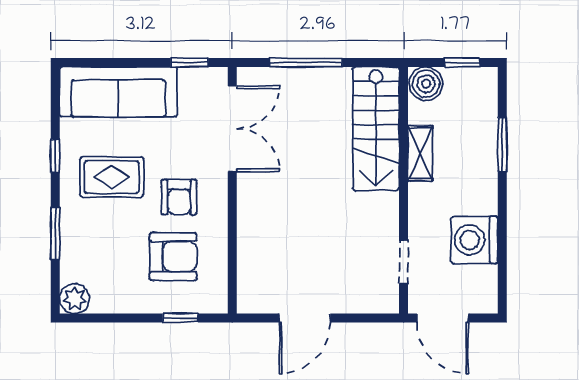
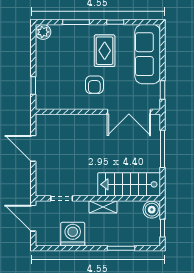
shelving: (420, 153) -> (103, 207), moved
armchair: (179, 197) -> (94, 85), turned -90
armchair: (173, 257) -> (64, 82), removed
door: (443, 318) -> (33, 218), hinge flipped

